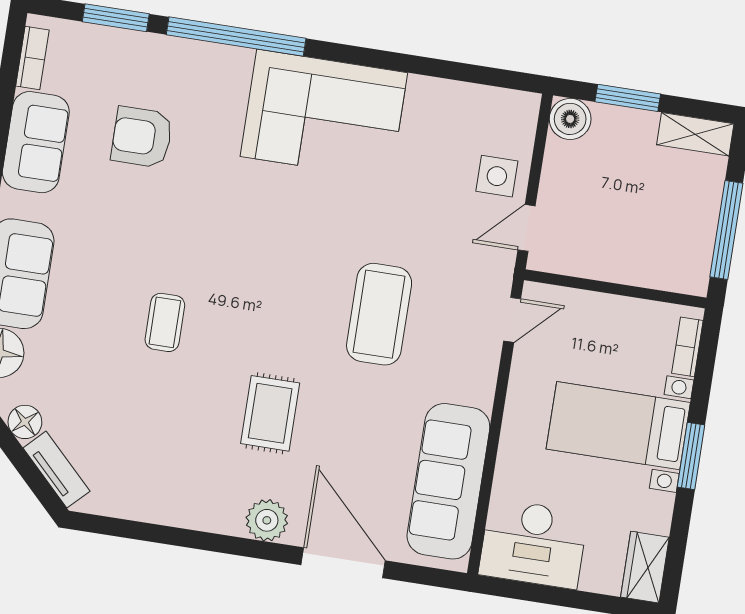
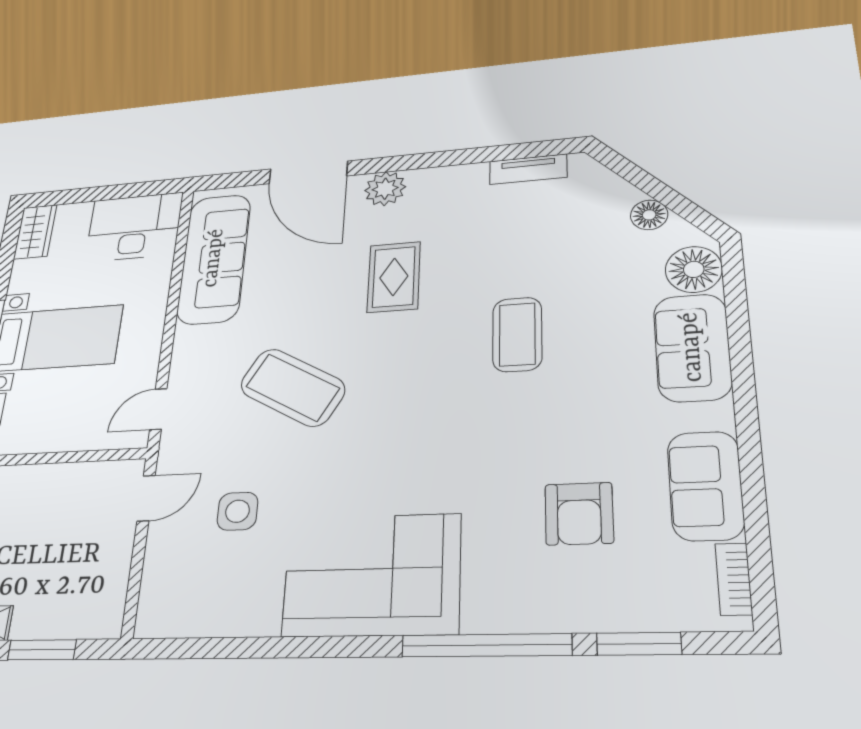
boiler: (570, 119) -> (103, 617), removed
armchair: (142, 137) -> (579, 514), turned 90
side table: (497, 176) -> (237, 511), moved
coffee table: (379, 314) -> (293, 387), turned -60
coffee table: (165, 322) -> (517, 334), width x1.36, depth x1.30
tv unit: (56, 470) -> (528, 169), moved, turned -45

